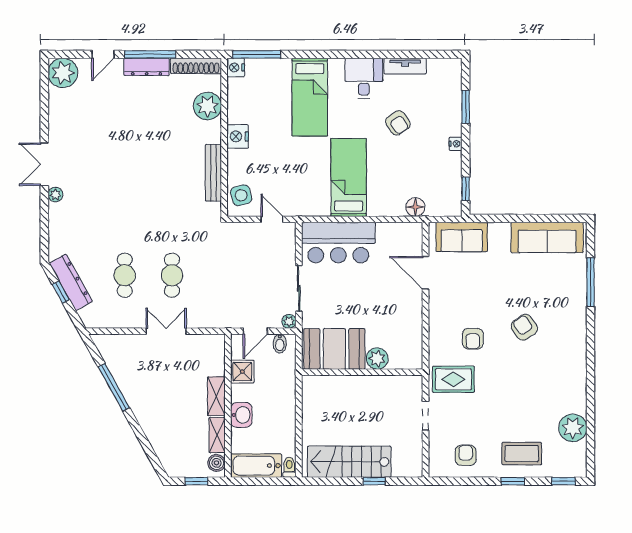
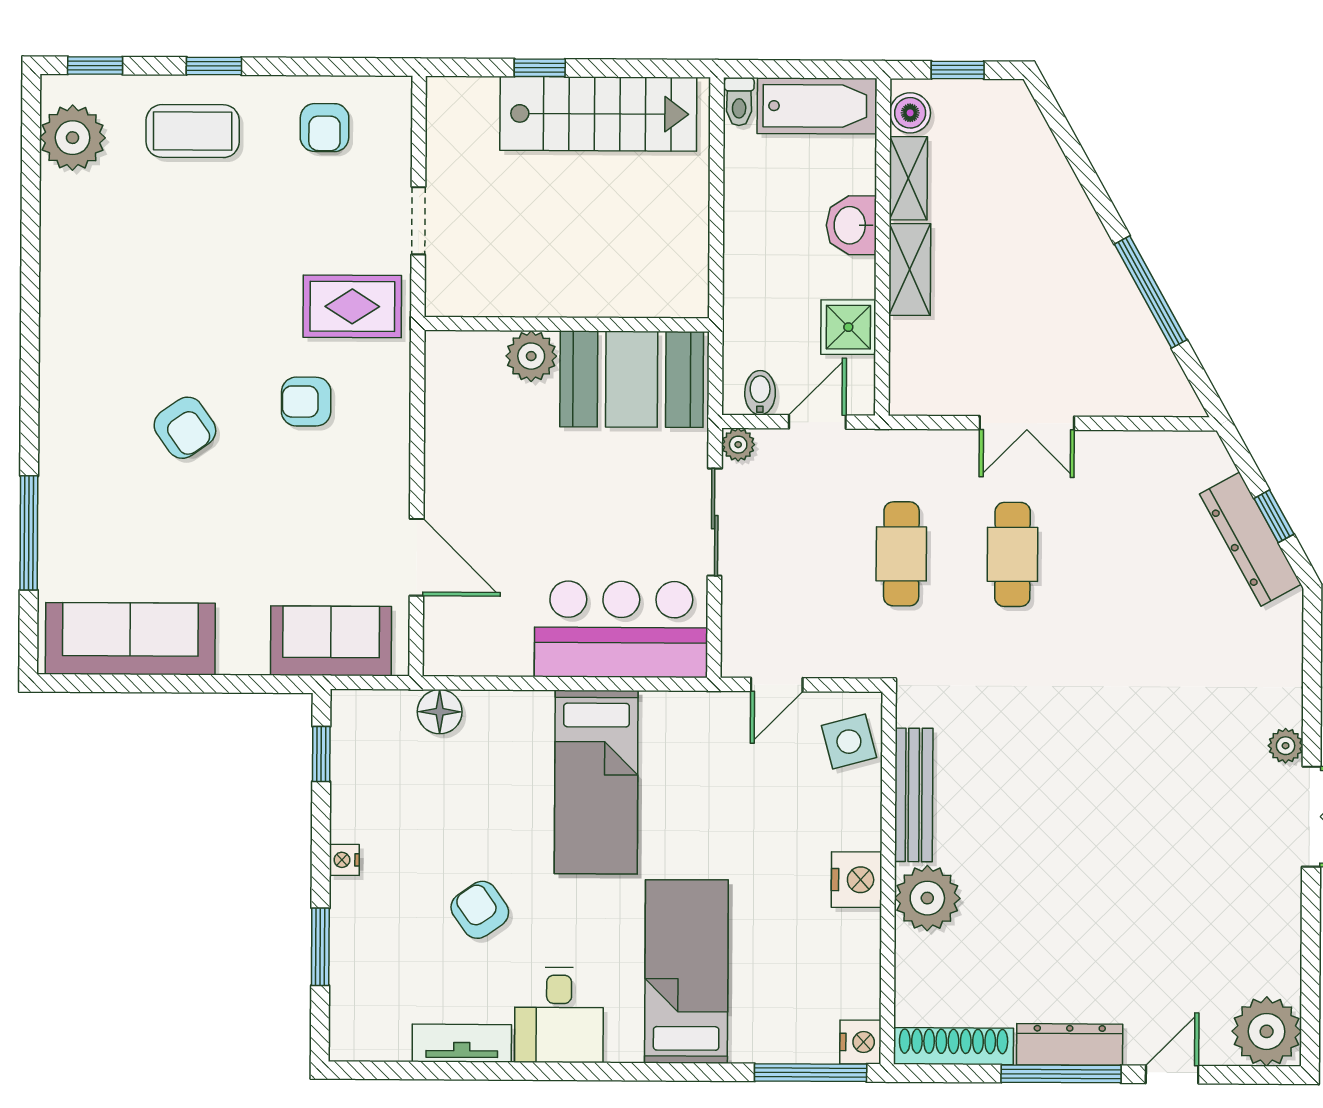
plant: (207, 106) -> (927, 898), moved
door: (272, 219) -> (777, 685), hinge flipped
cafe table: (125, 275) -> (901, 554), moved
armchair: (473, 339) -> (306, 402), turned -90
plant: (573, 428) -> (73, 138), moved

